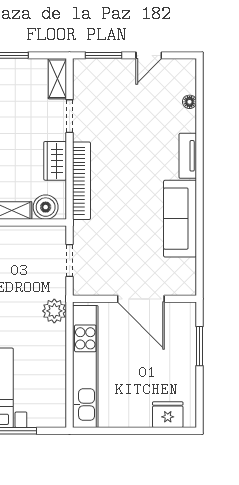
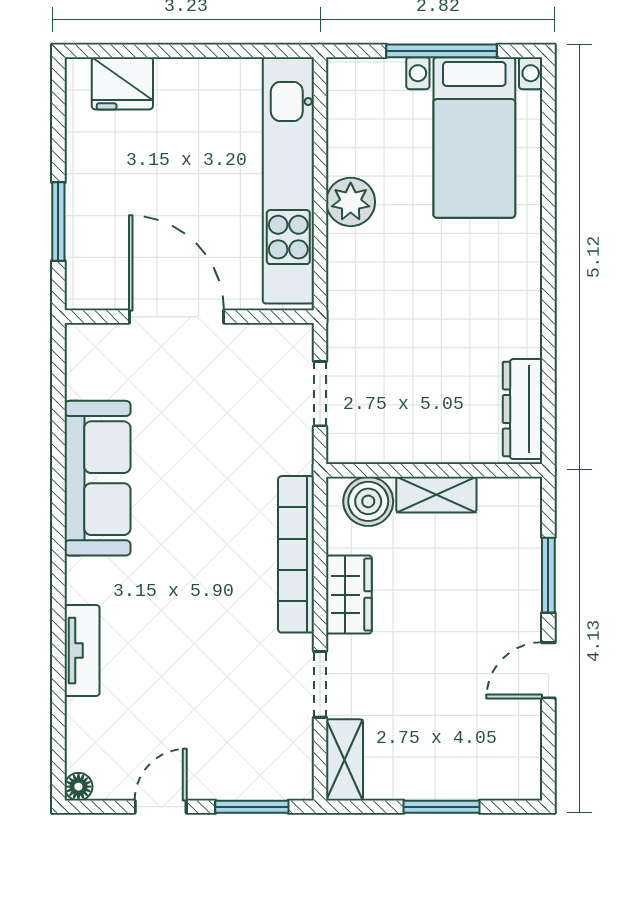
floor lamp: (190, 102) -> (78, 787), moved
tv unit: (188, 156) -> (82, 650), moved
plant: (54, 311) -> (351, 202), moved

